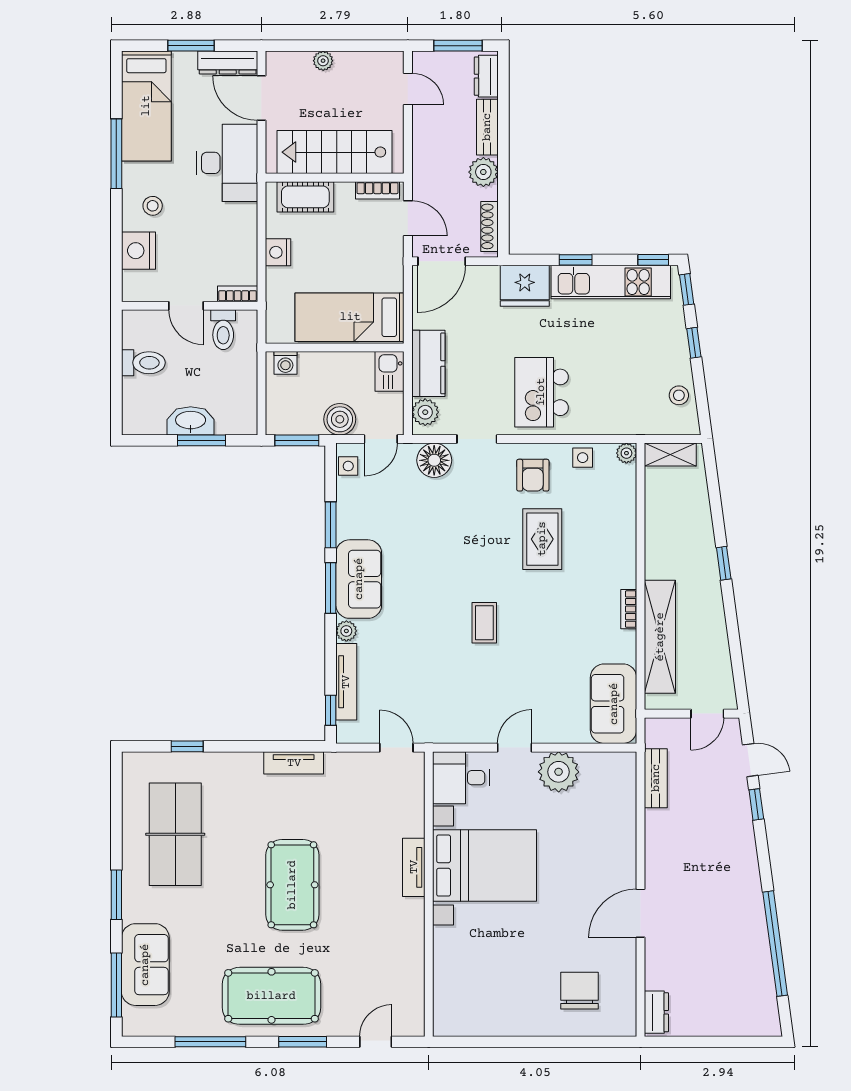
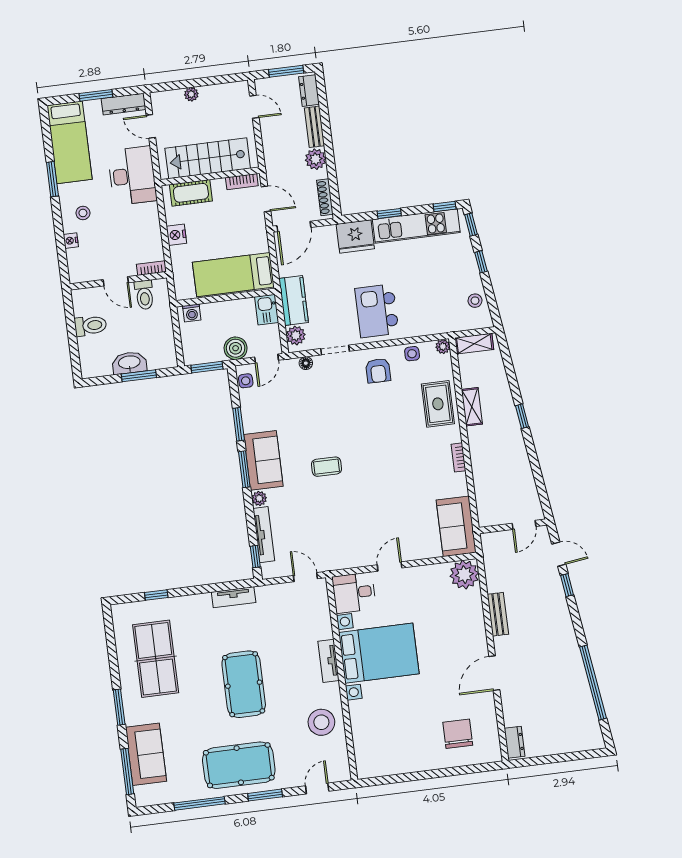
door: (261, 98) -> (151, 126), width x0.73
window: (116, 154) -> (52, 179), width x0.69
nightstand: (138, 251) -> (71, 241), width x0.53, depth x0.56
floor lamp: (434, 460) -> (306, 363), width x0.53, depth x0.53
rug: (542, 539) -> (438, 404), moved
coffee table: (484, 623) -> (327, 467), moved, turned 90
shelving: (660, 637) -> (472, 407), moved, width x0.45, depth x0.75
plant: (559, 772) -> (464, 575), moved
bench: (656, 778) -> (498, 614), moved
stool: (393, 951) -> (321, 722), added

